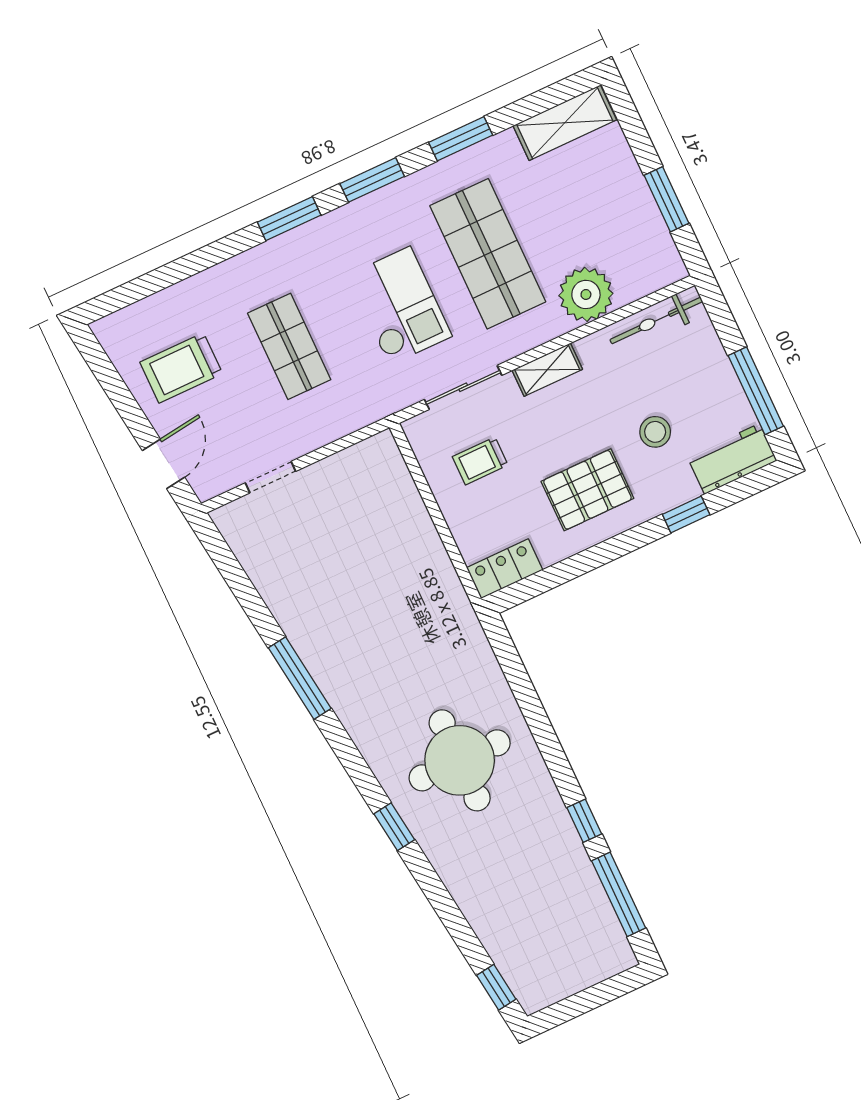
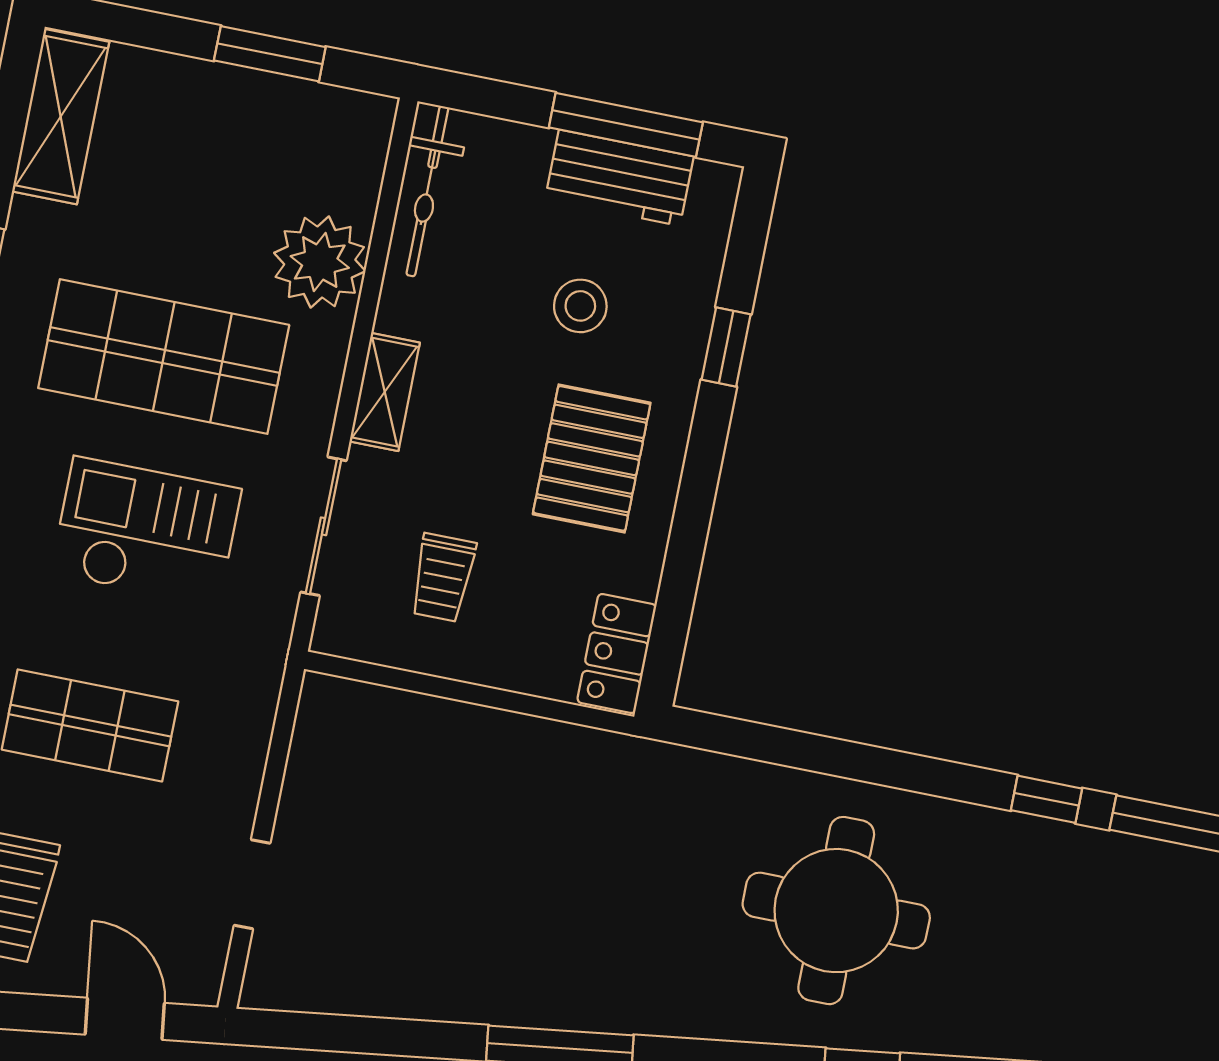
workbench: (732, 459) -> (619, 178), moved, turned -90

